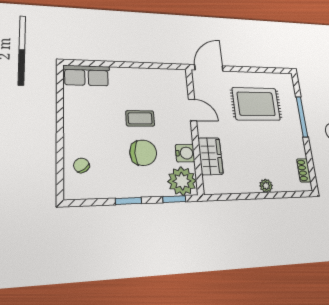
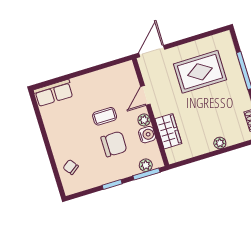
door: (192, 110) -> (145, 95), swing flipped
plant: (185, 136) -> (144, 120), added
plant: (182, 181) -> (146, 165), width x0.53, depth x0.53
window: (174, 199) -> (146, 174), width x1.50

